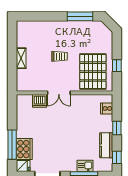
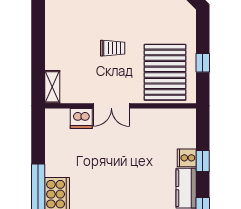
shelving: (21, 58) -> (52, 87), moved
cooker: (107, 108) -> (187, 158), moved

